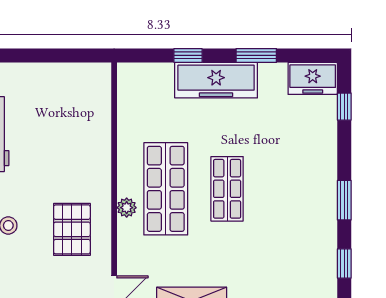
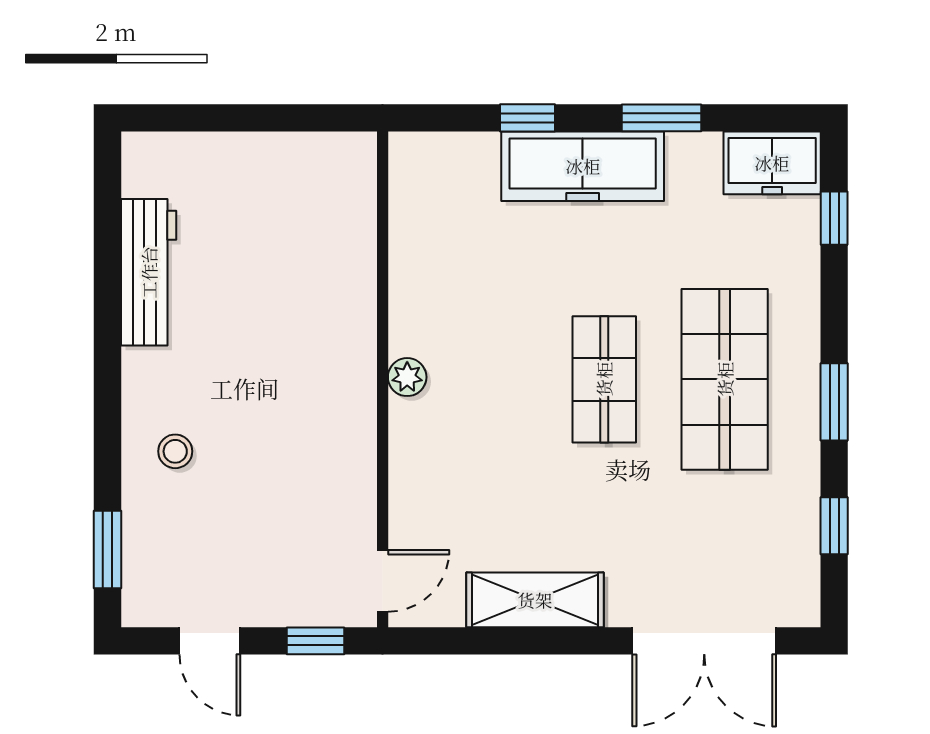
shop shelf: (166, 189) -> (725, 379), moved
plant: (127, 208) -> (407, 377), moved
pallet: (72, 229) -> (300, 459), removed

